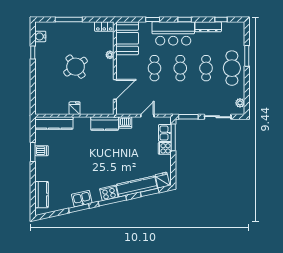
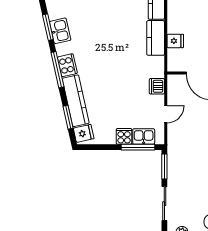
fridge: (75, 108) -> (175, 41), moved
door: (147, 116) -> (166, 114), hinge flipped
kitchen counter: (105, 124) -> (156, 38), moved

